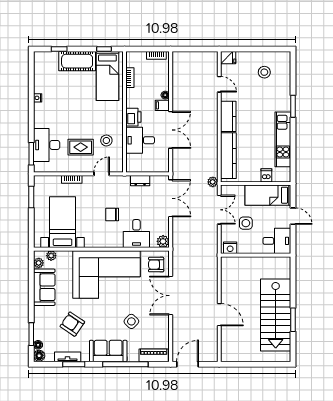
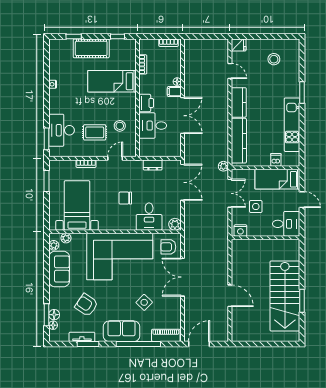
bed: (107, 76) -> (112, 81), moved, turned 90
floor lamp: (39, 356) -> (54, 315), moved

